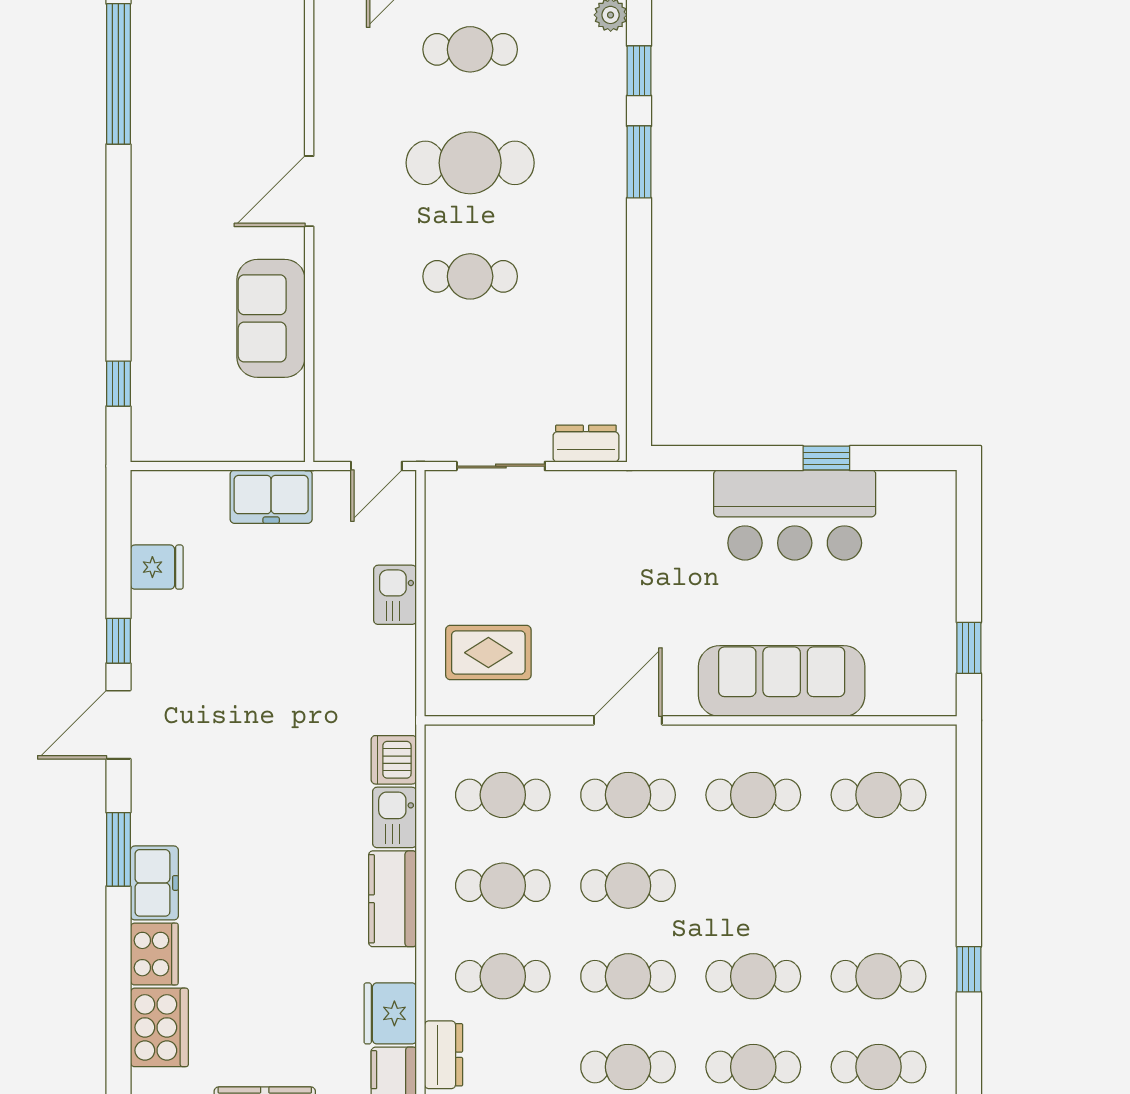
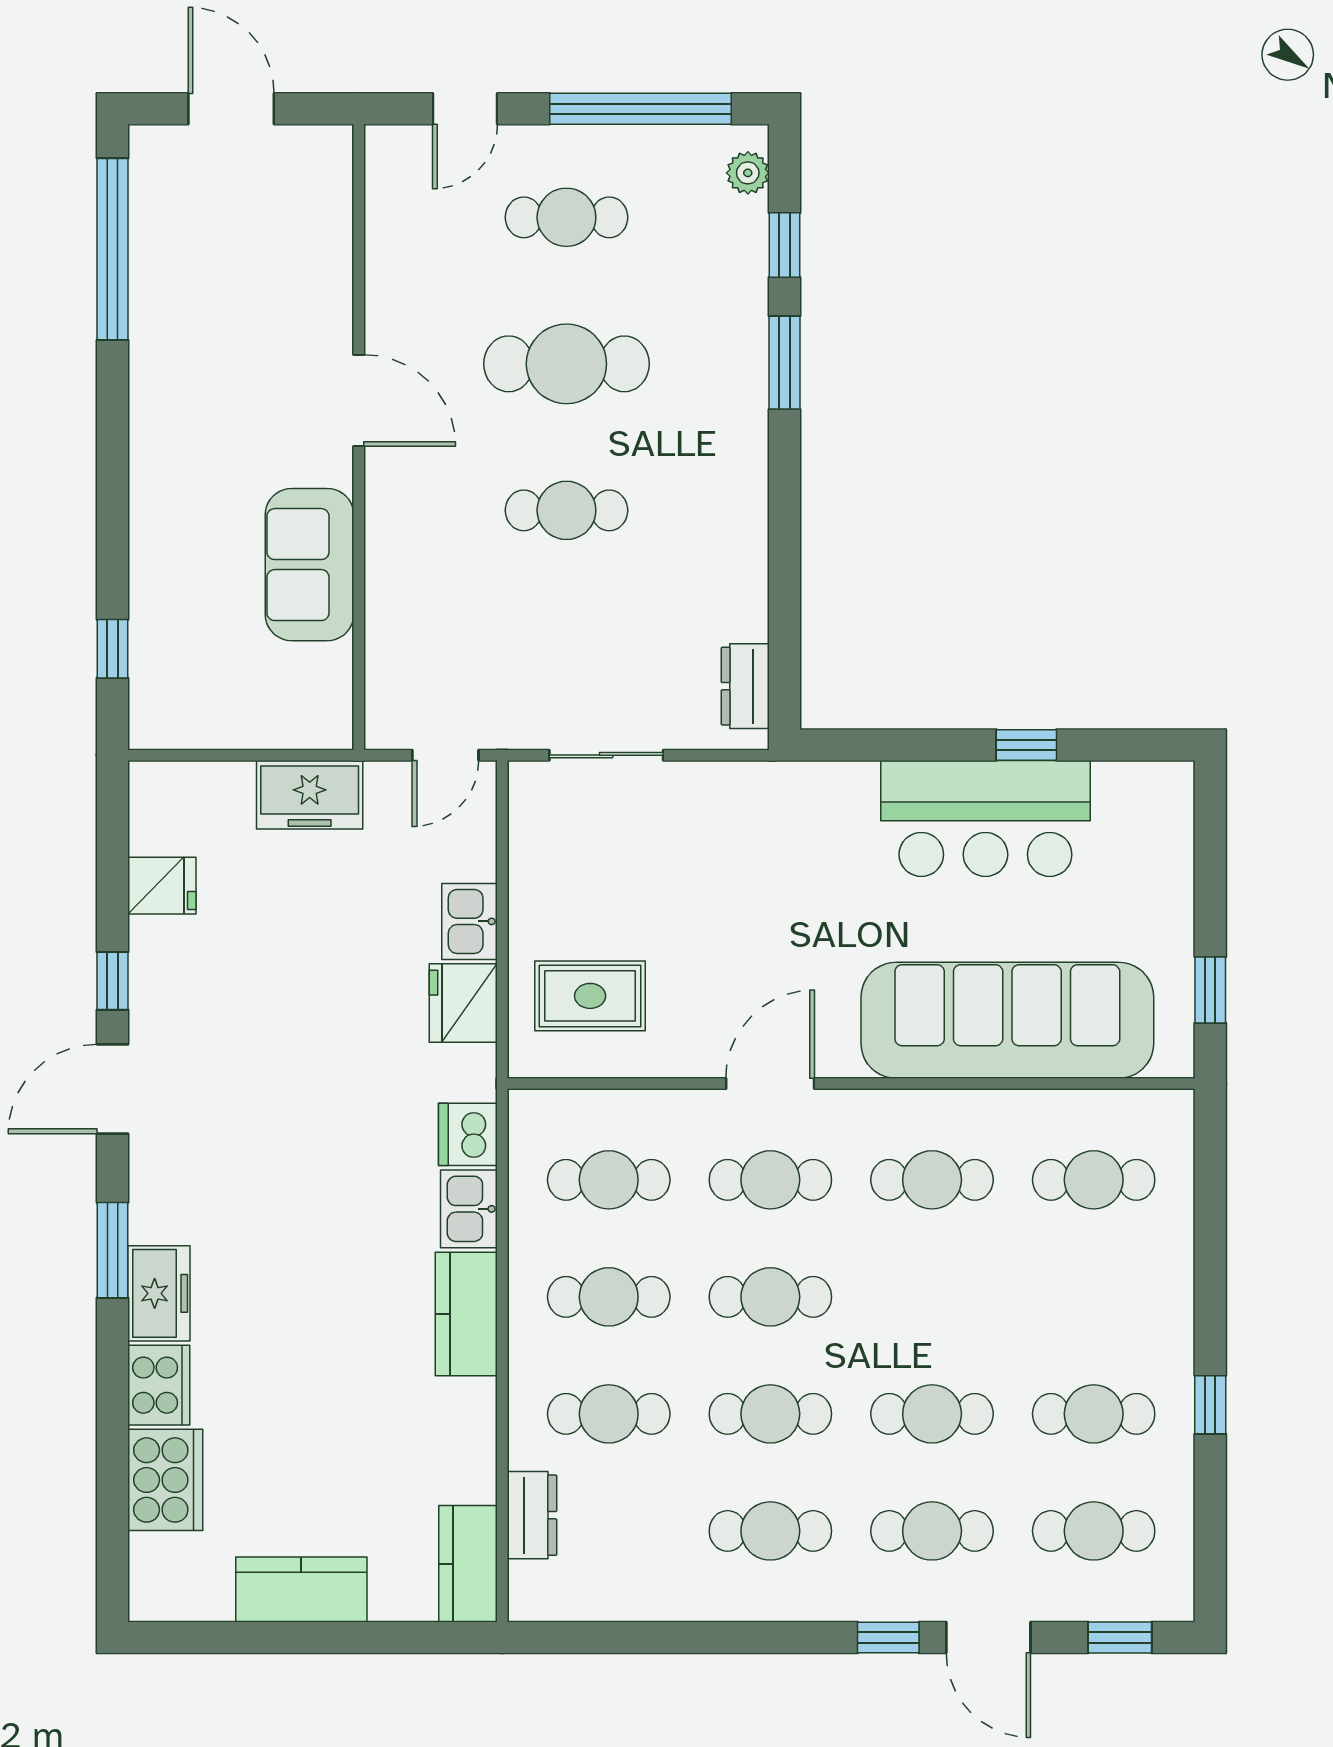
door: (309, 191) -> (359, 400), swing flipped
dresser: (586, 444) -> (745, 686), moved, turned -90
sofa: (782, 681) -> (1007, 1020), width x1.36, depth x1.27
fridge: (390, 1013) -> (463, 1003), moved

